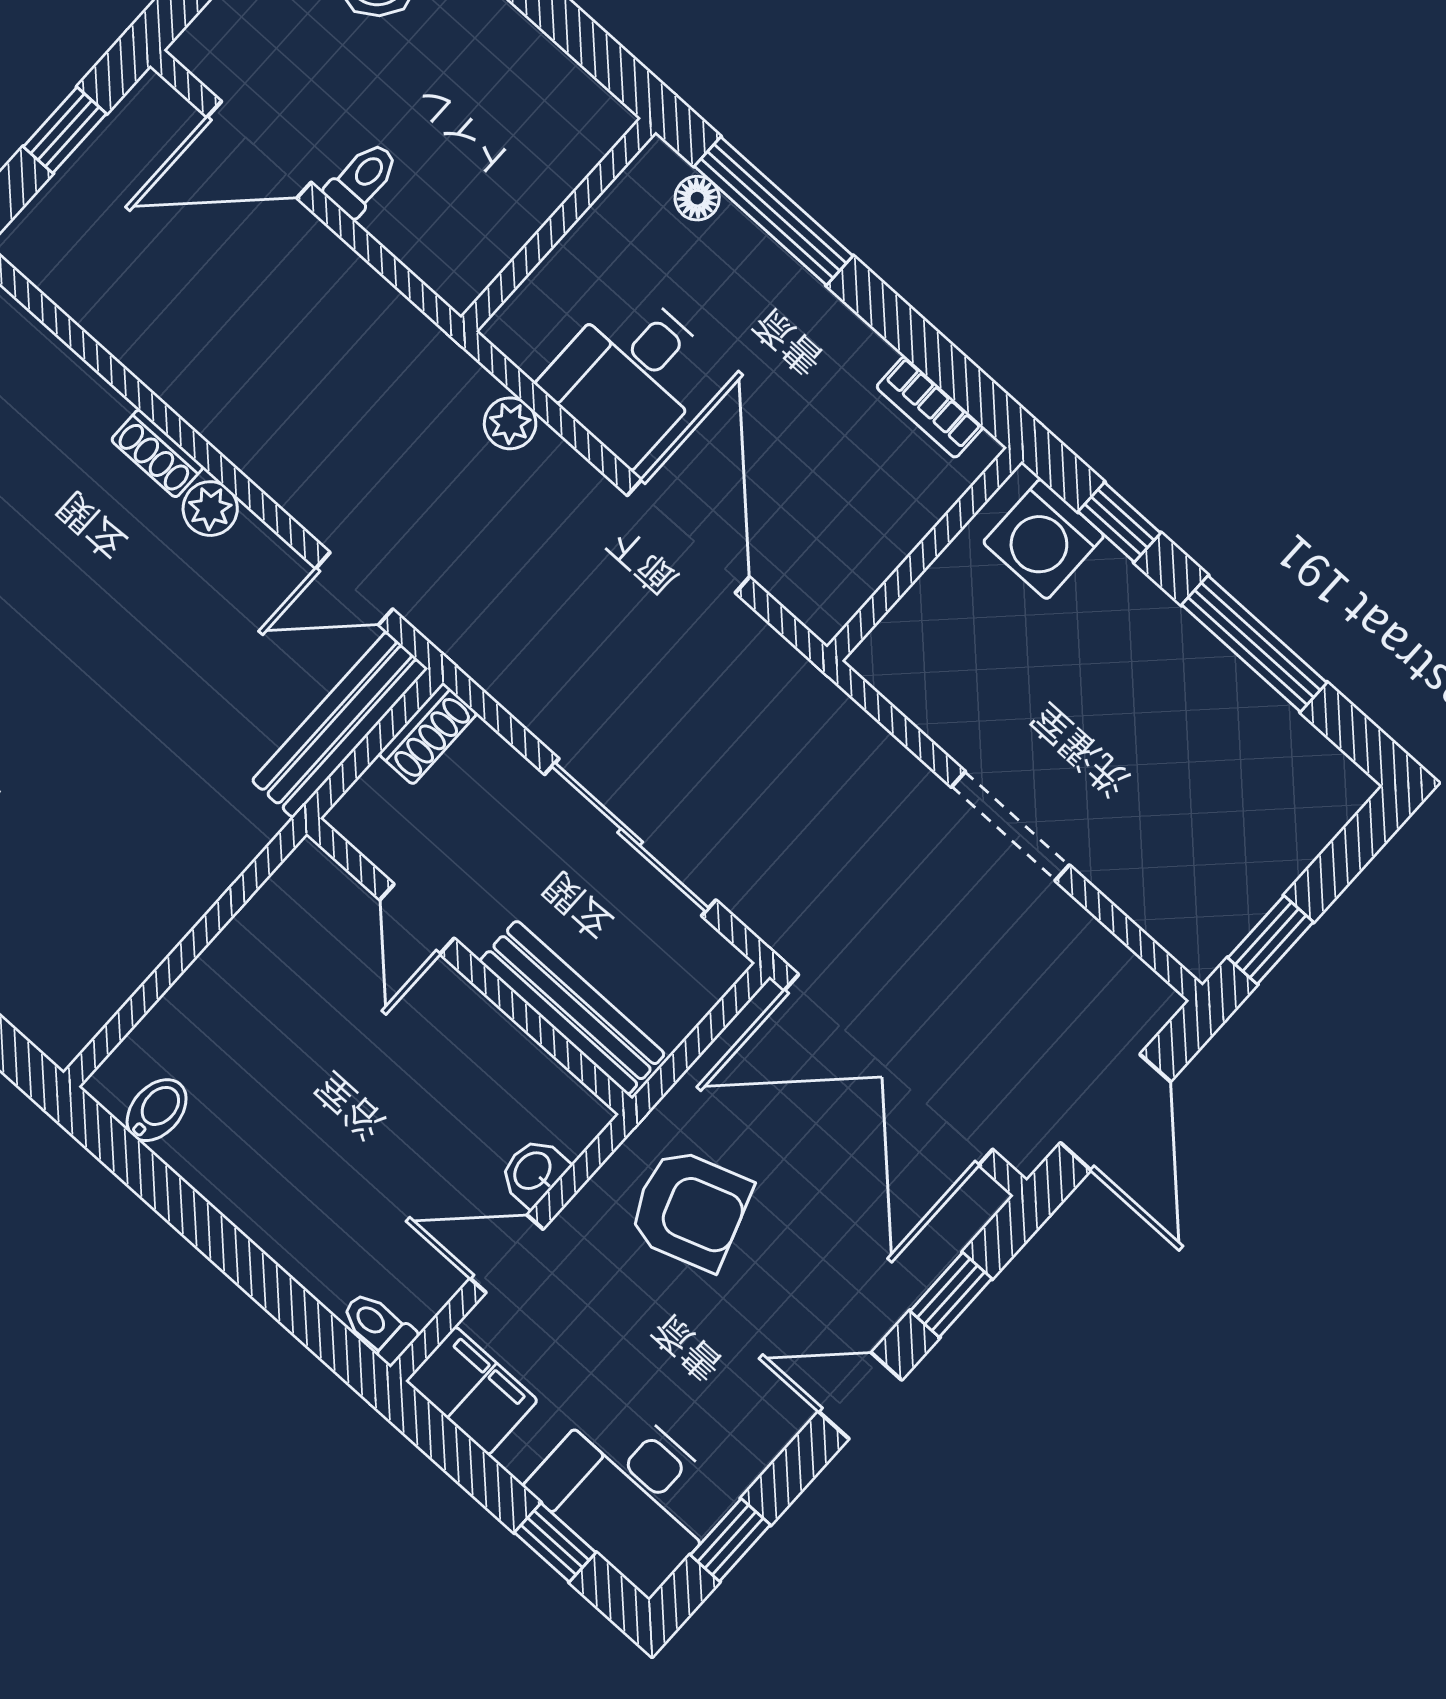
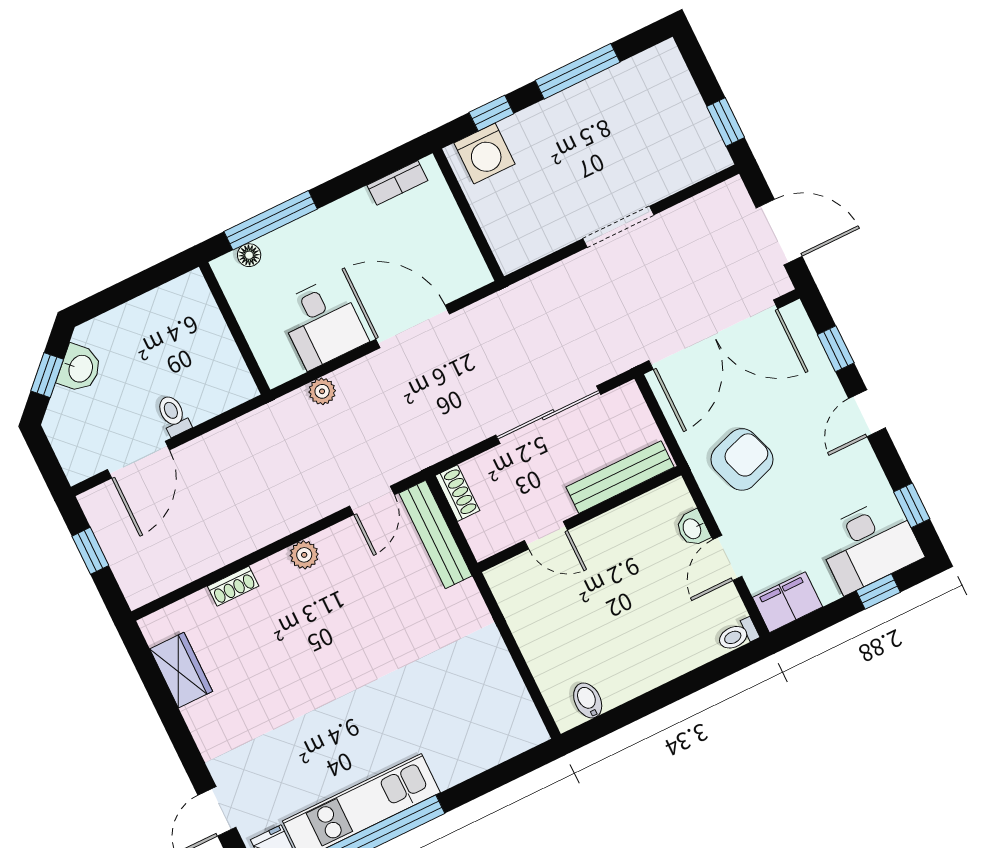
shoe rack: (157, 453) -> (233, 586), moved

